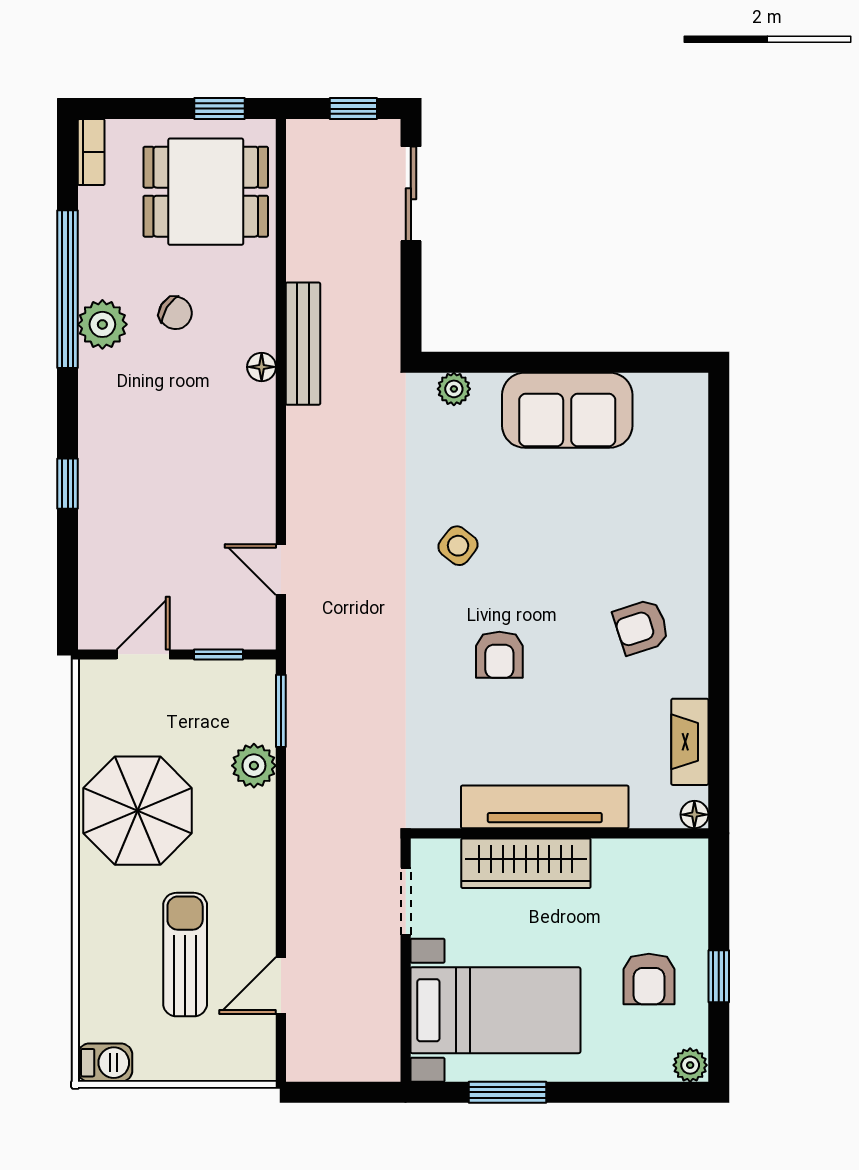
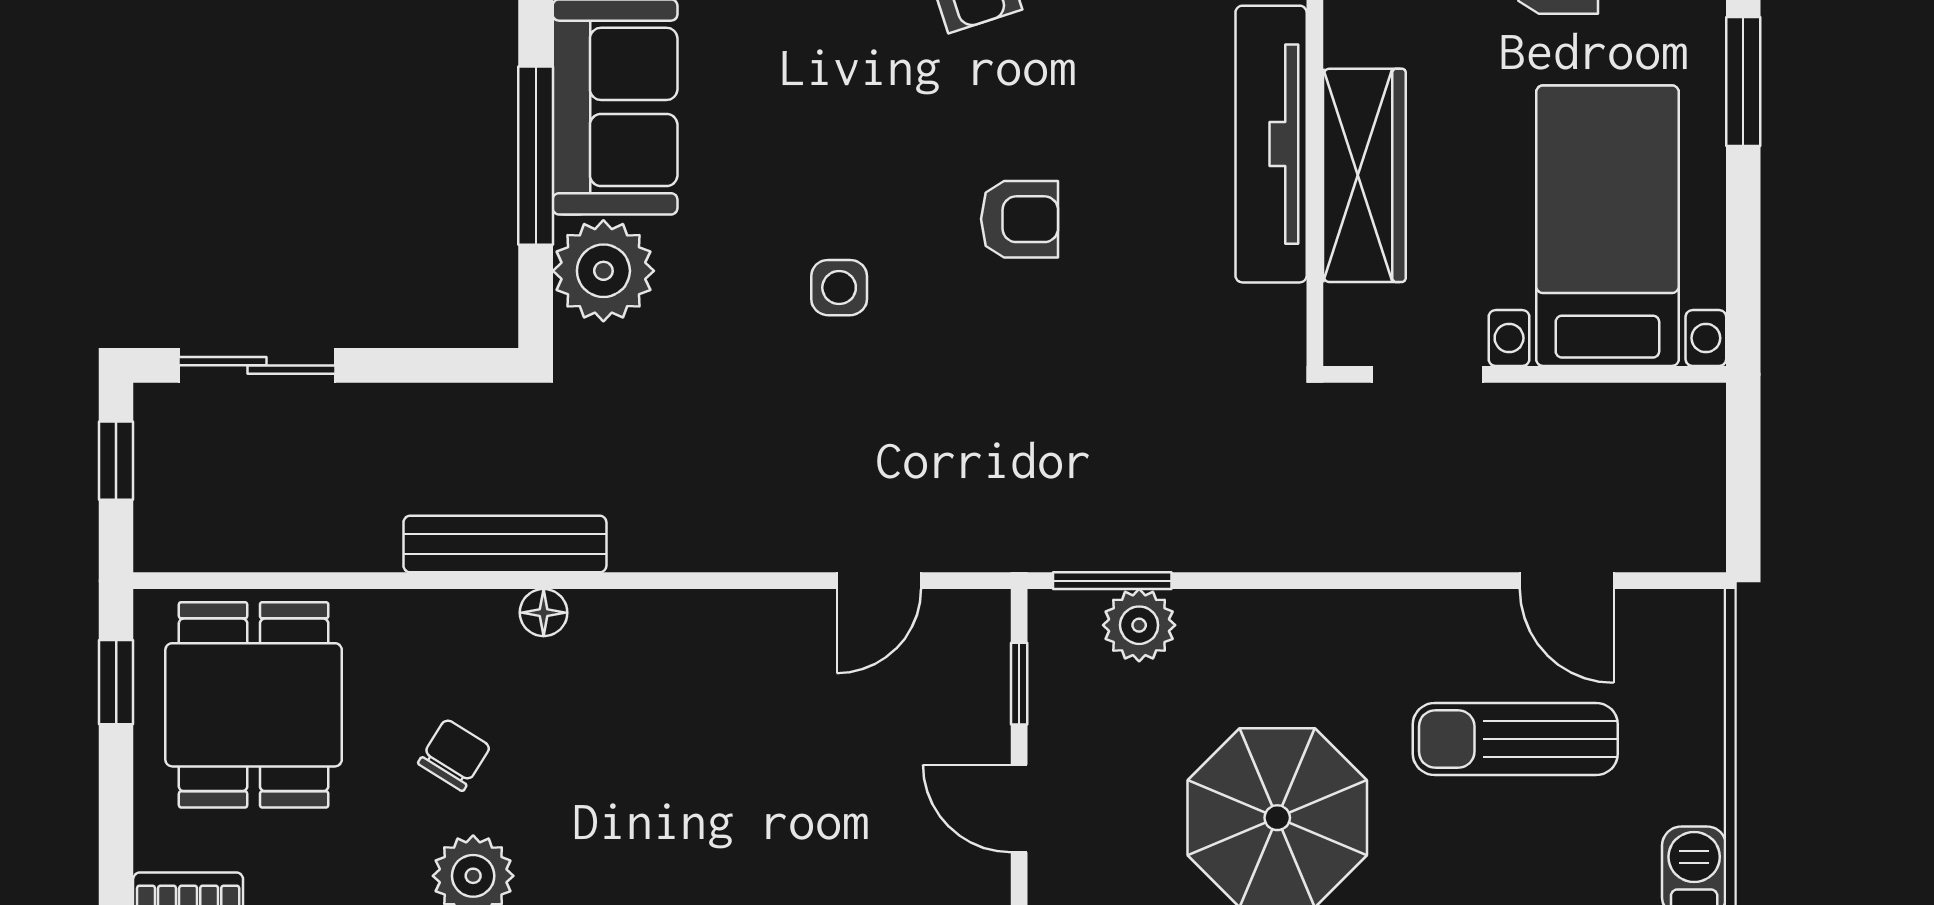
window: (538, 362) -> (536, 156), added
plant: (454, 389) -> (603, 271), width x1.87, depth x1.87
side table: (458, 546) -> (839, 288), turned -38
plant: (254, 766) -> (1139, 625), moved
window: (507, 1092) -> (1743, 82), moved

